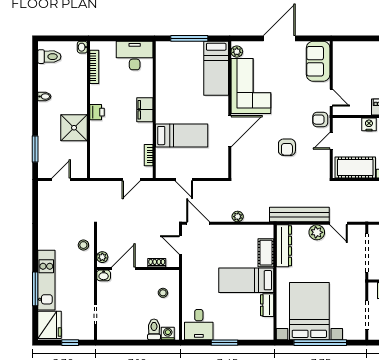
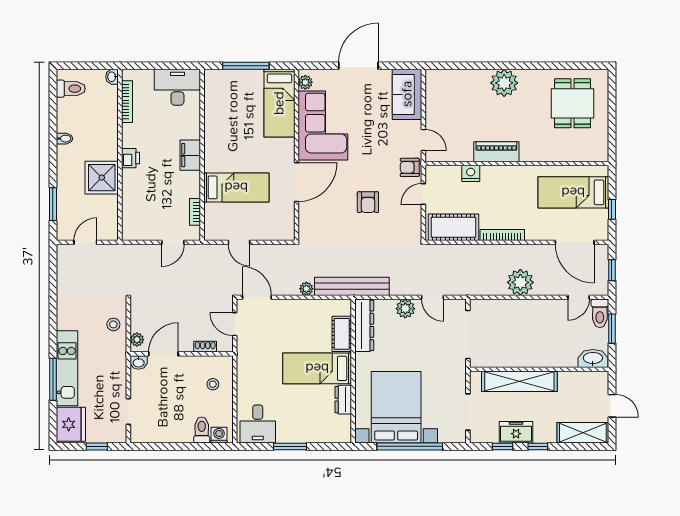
bench: (299, 215) -> (352, 286), moved

